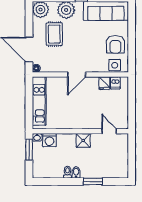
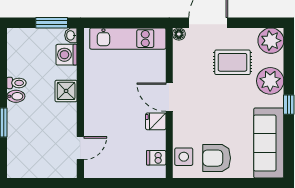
fridge: (104, 83) -> (156, 121), moved
shower: (83, 140) -> (66, 91), moved

